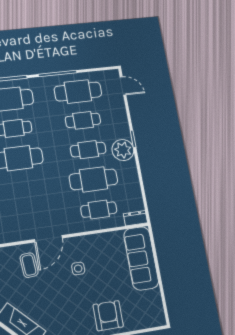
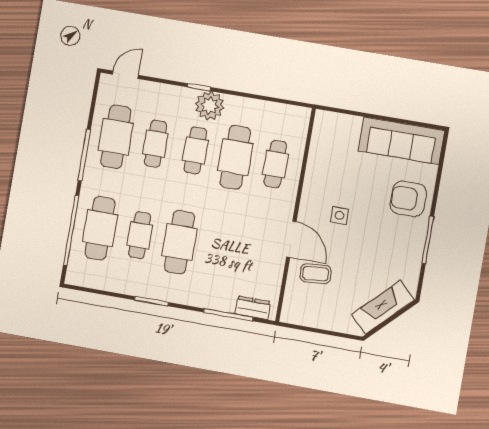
dresser: (135, 218) -> (301, 121), removed
sofa: (141, 258) -> (401, 141), moved

